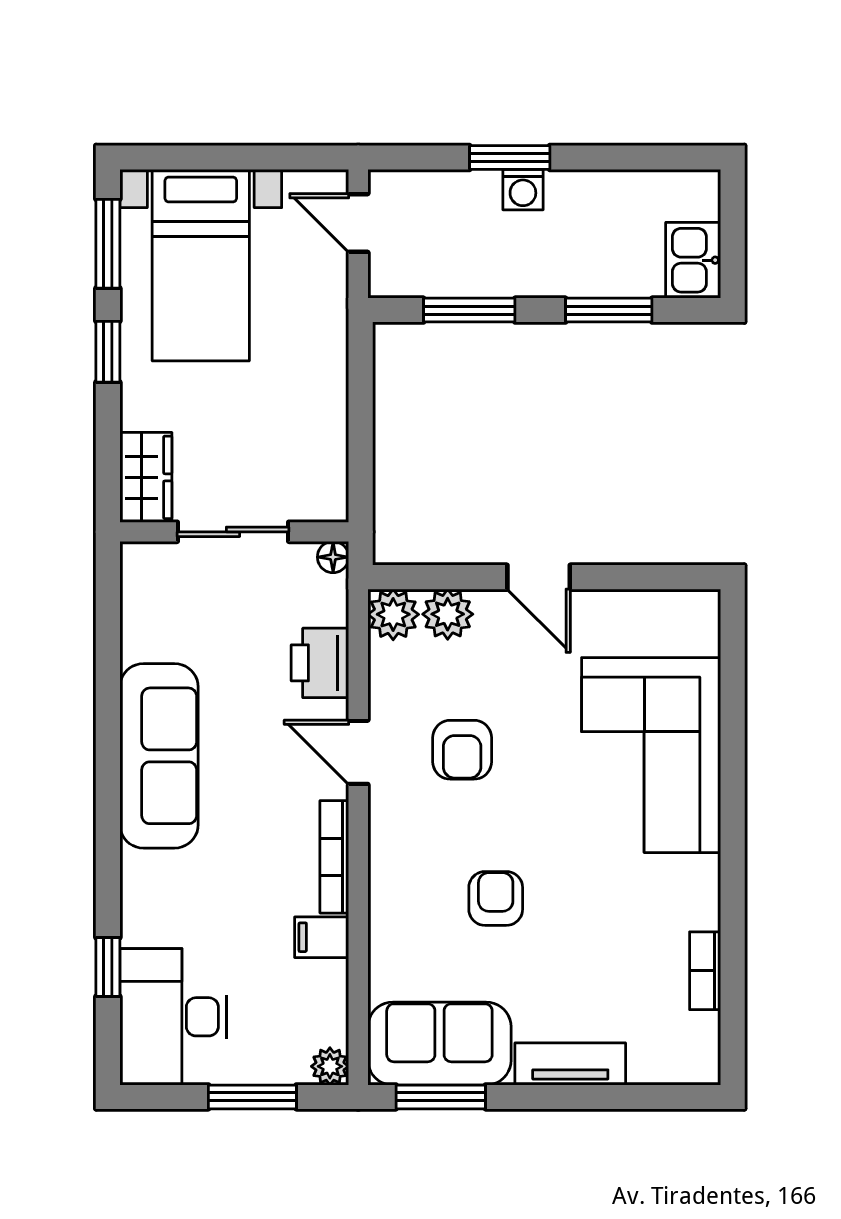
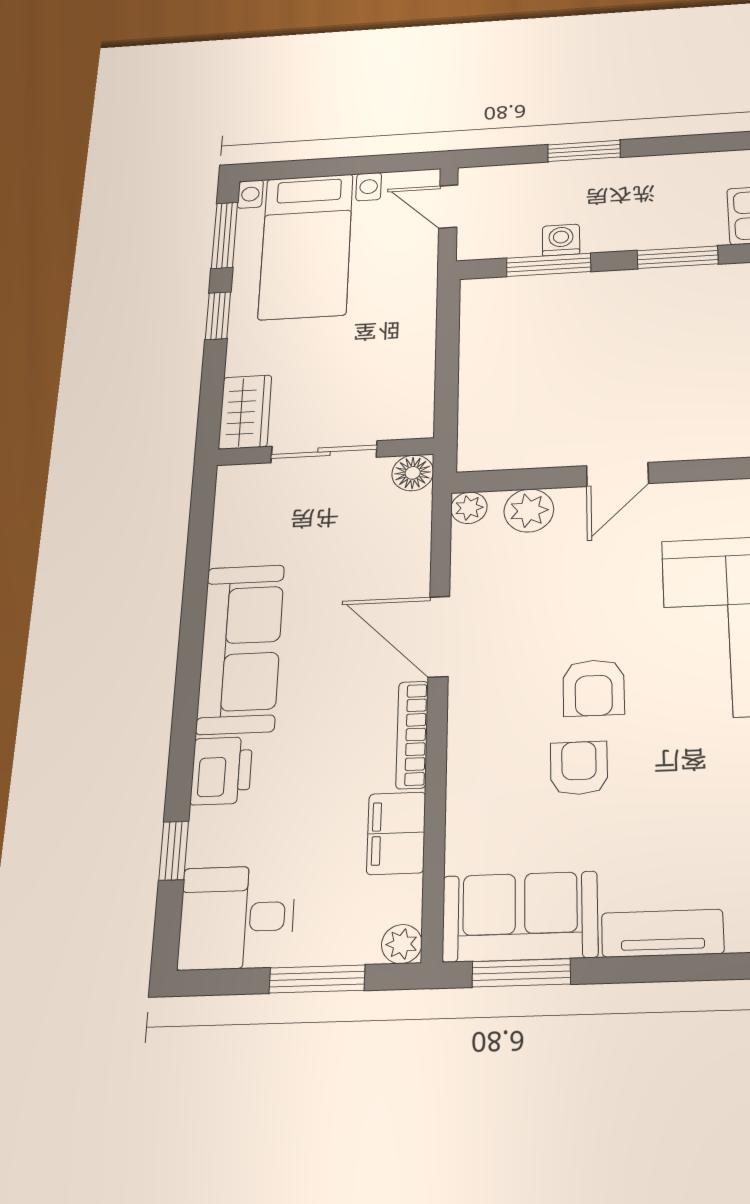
washing machine: (523, 190) -> (561, 240), moved, turned 180
floor lamp: (333, 557) -> (413, 473), width x1.37, depth x1.37
door: (539, 577) -> (617, 474), hinge flipped
plant: (393, 614) -> (469, 508), width x0.73, depth x0.73
printer: (320, 663) -> (221, 771), moved, turned 180
armchair: (462, 750) -> (594, 688), moved
door: (358, 752) -> (439, 637), width x1.38
filing cabinet: (322, 937) -> (396, 833), width x2.00
desk: (173, 1017) -> (237, 917), width x0.73

